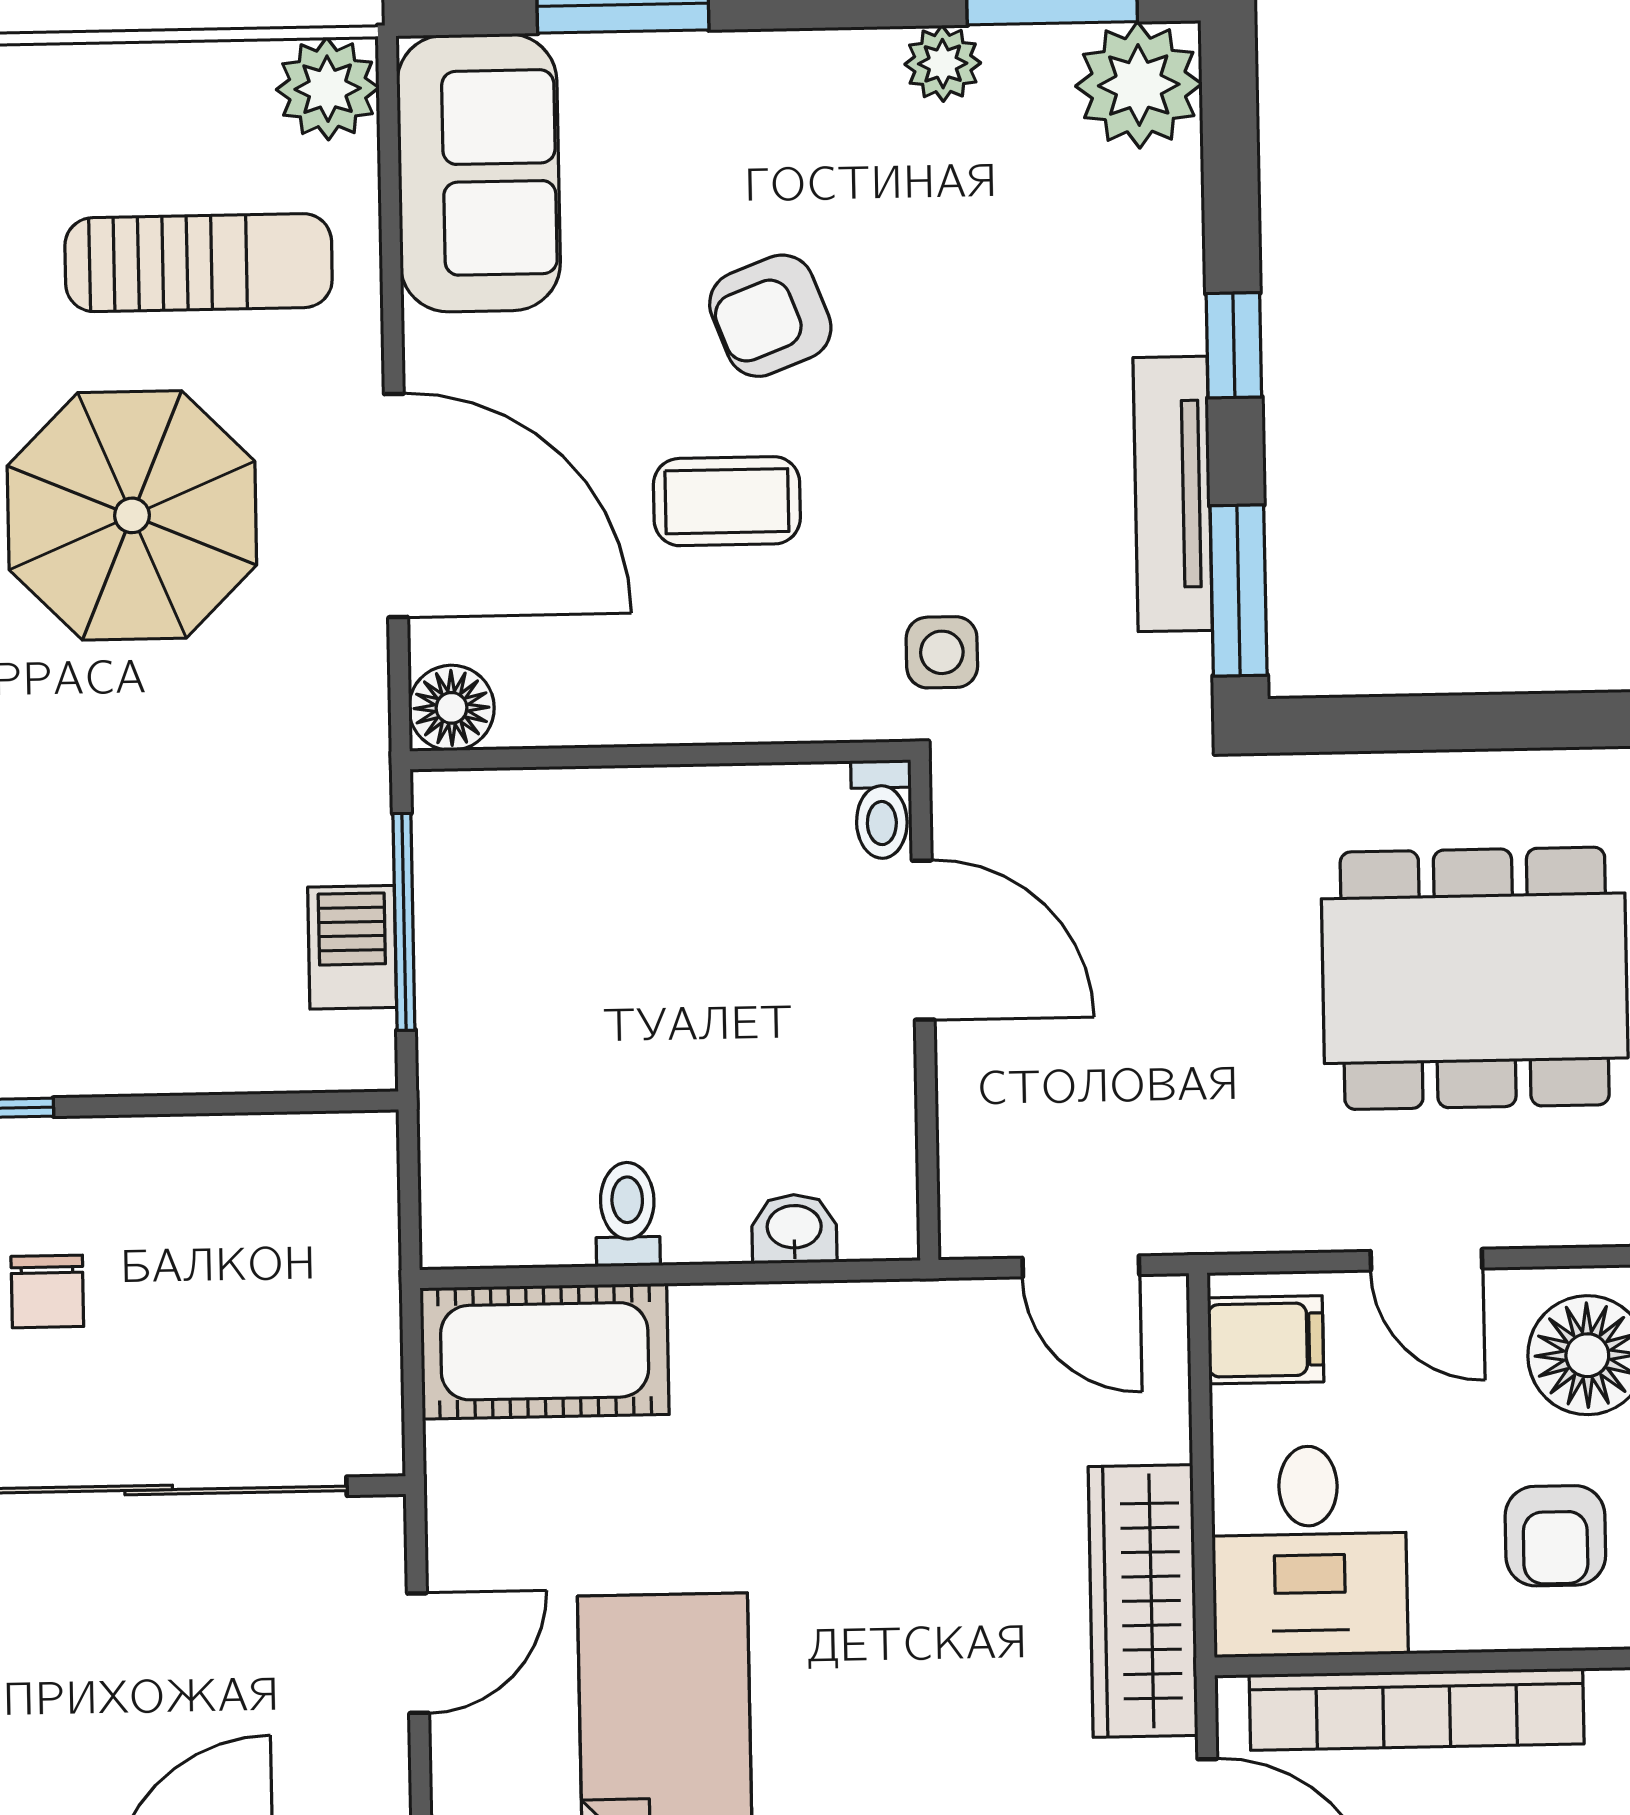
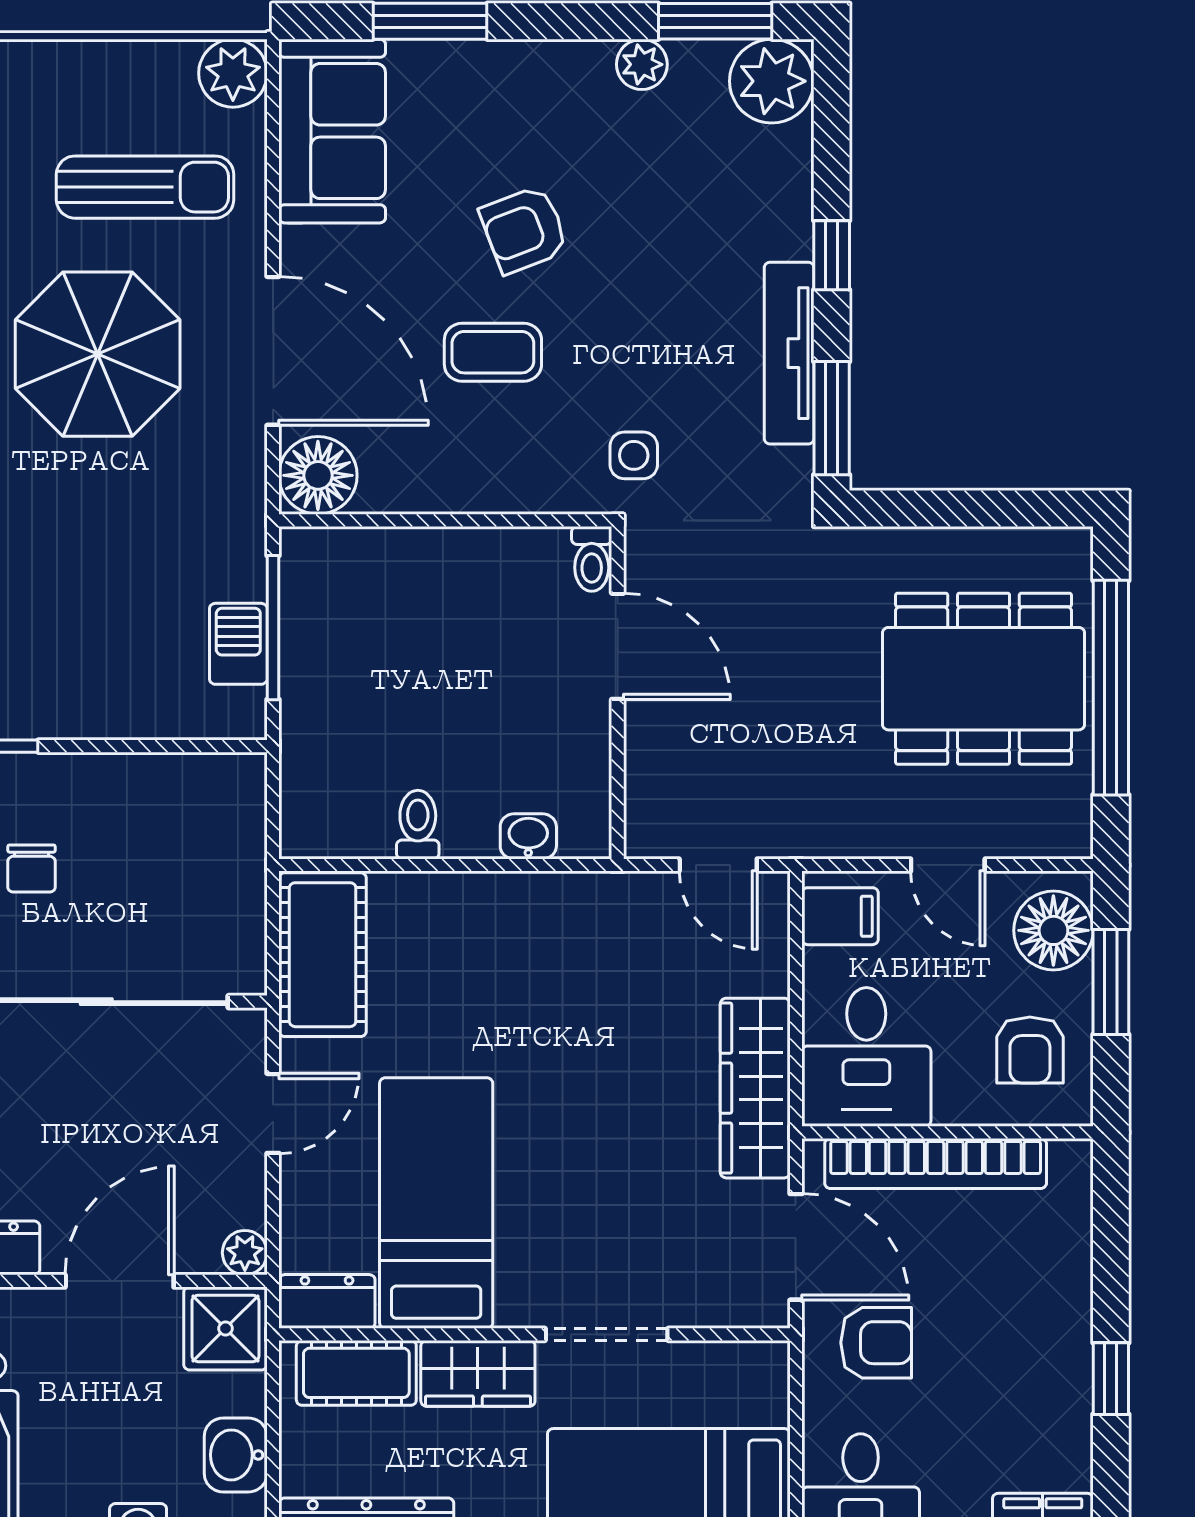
floor lamp: (452, 708) -> (318, 475), width x1.38, depth x1.38
cot: (545, 1351) -> (323, 955), moved, turned 90

